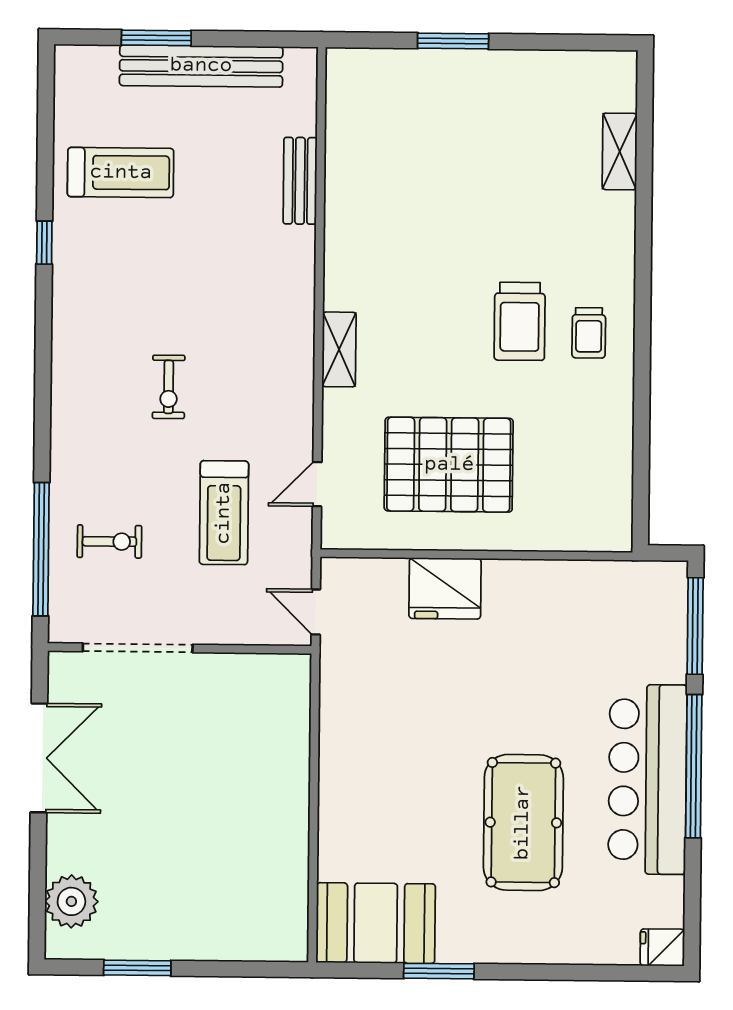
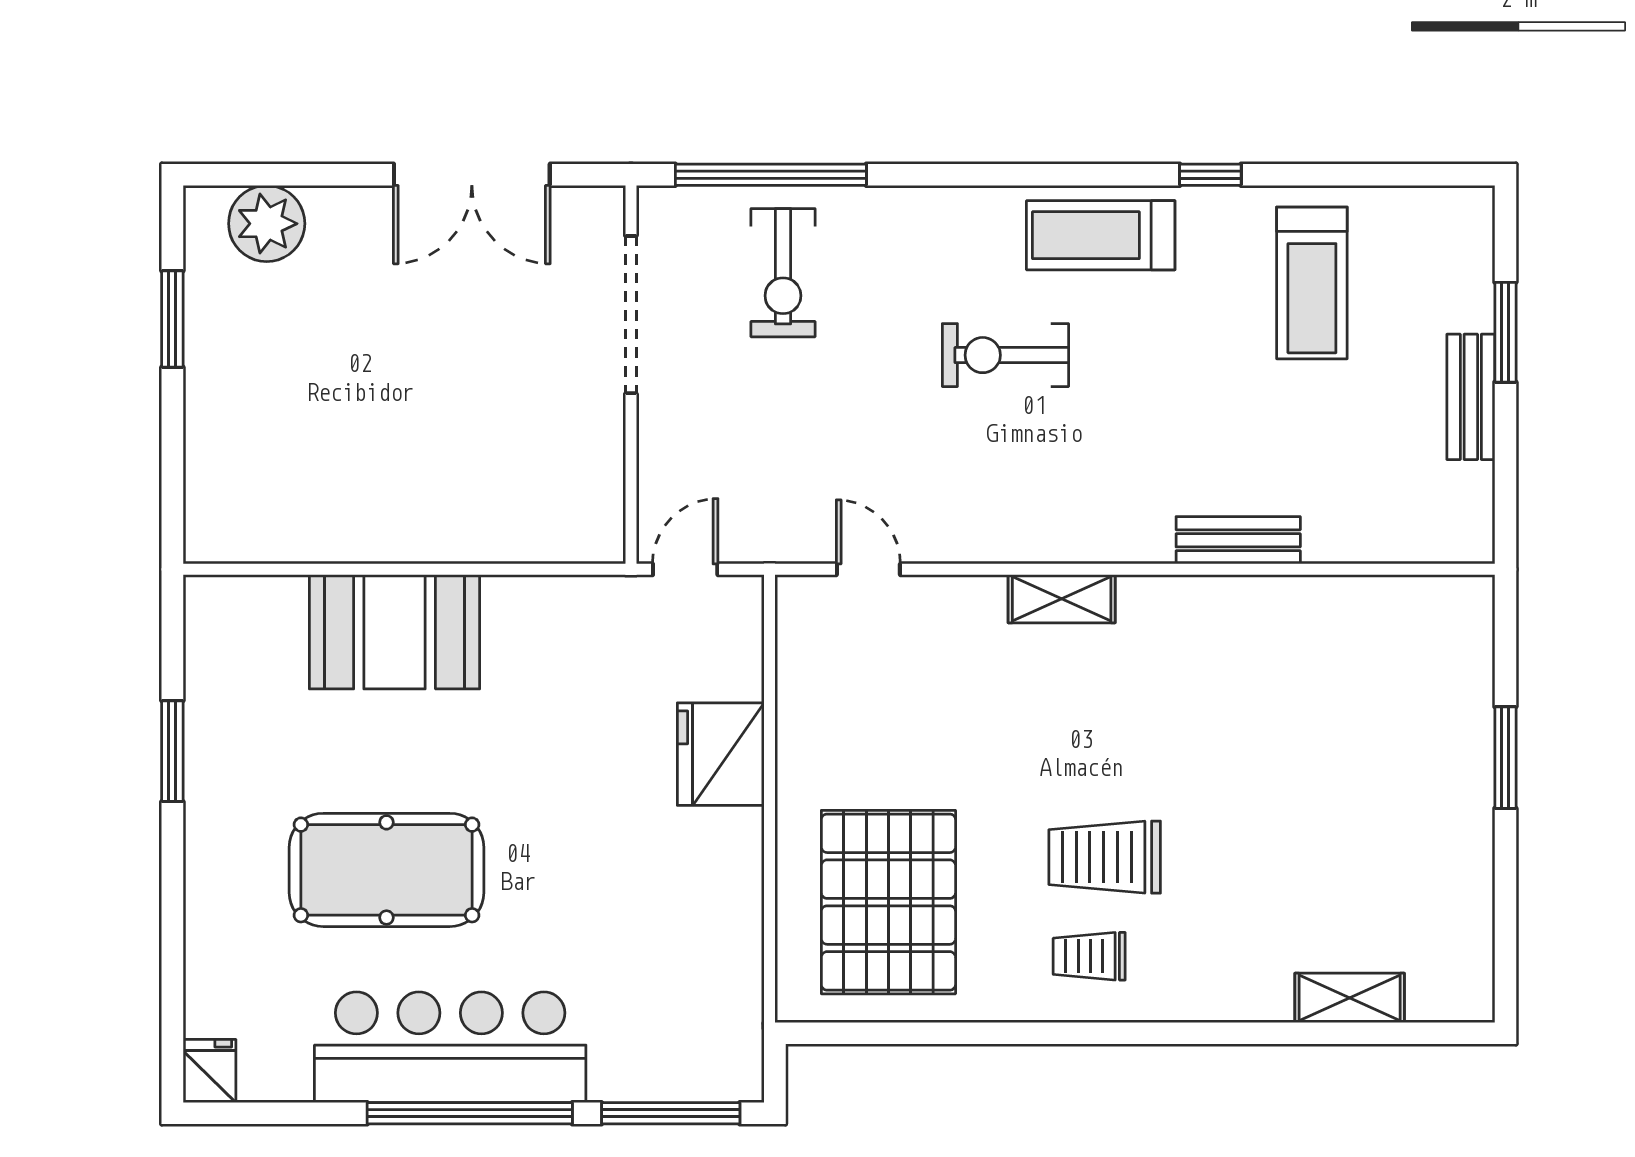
bench: (201, 66) -> (1471, 397), width x0.54, depth x0.82
bench: (300, 181) -> (1238, 540), moved
exercise bike: (169, 387) -> (1005, 355), width x1.38, depth x1.39
pallet: (449, 465) -> (888, 902), moved
treadmill: (224, 513) -> (1101, 235), moved
exercise bike: (109, 541) -> (783, 273), width x1.38, depth x1.39
booth: (376, 923) -> (395, 632), moved, turned 90

